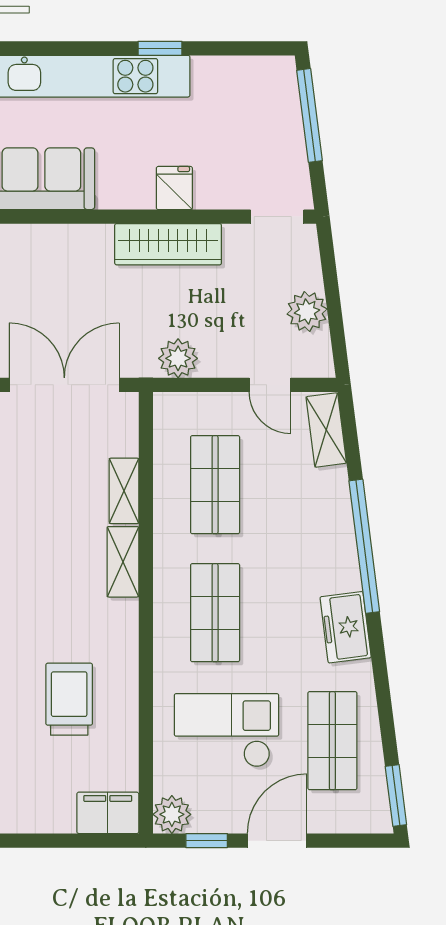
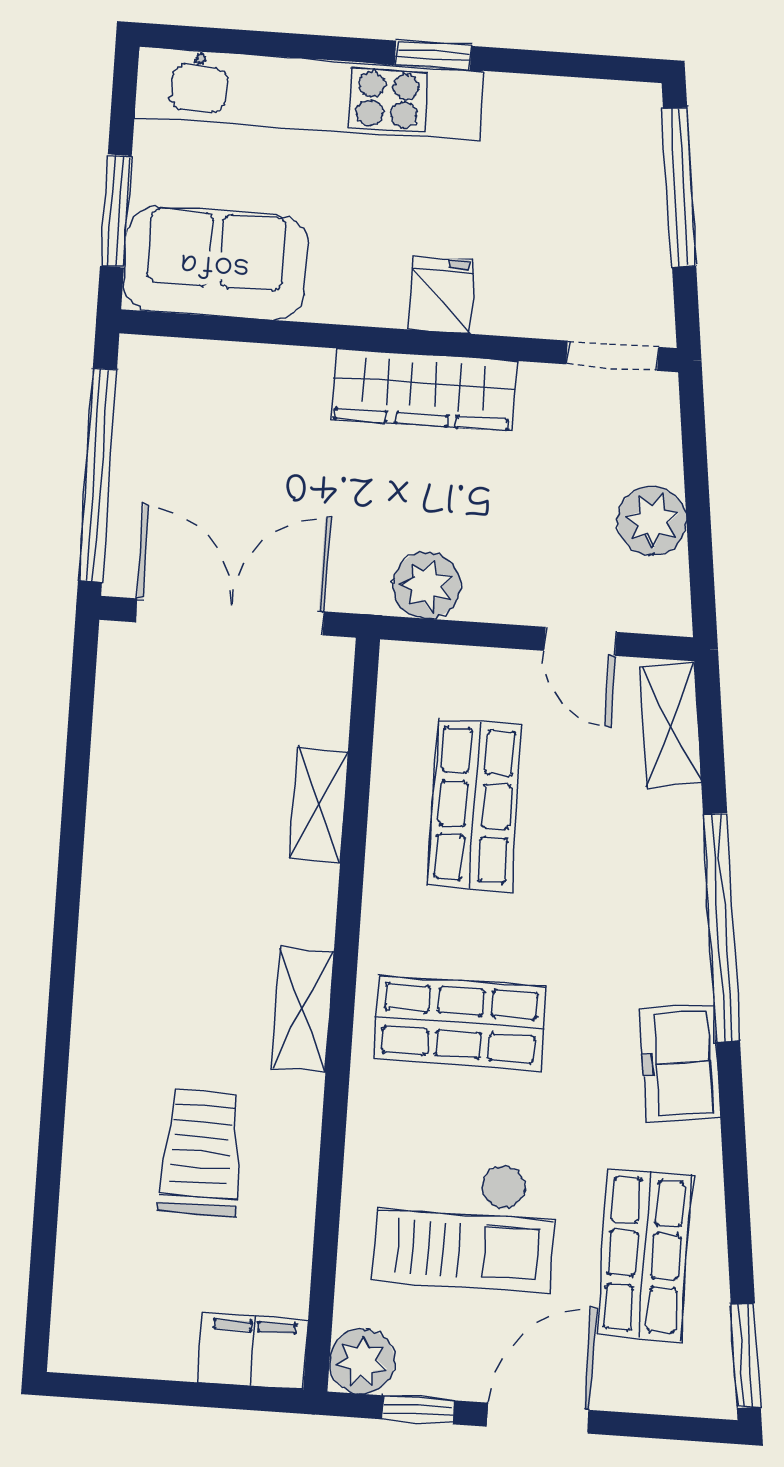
shelving: (123, 562) -> (303, 1010), moved
shop shelf: (215, 613) -> (460, 1023), turned 90
checkout: (226, 730) -> (465, 1225), turned 180

